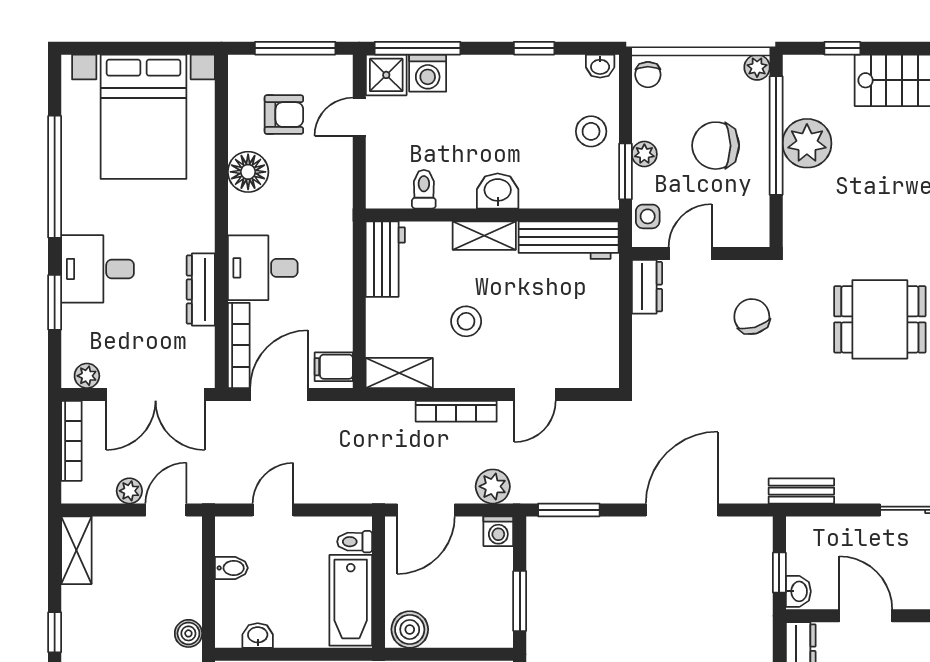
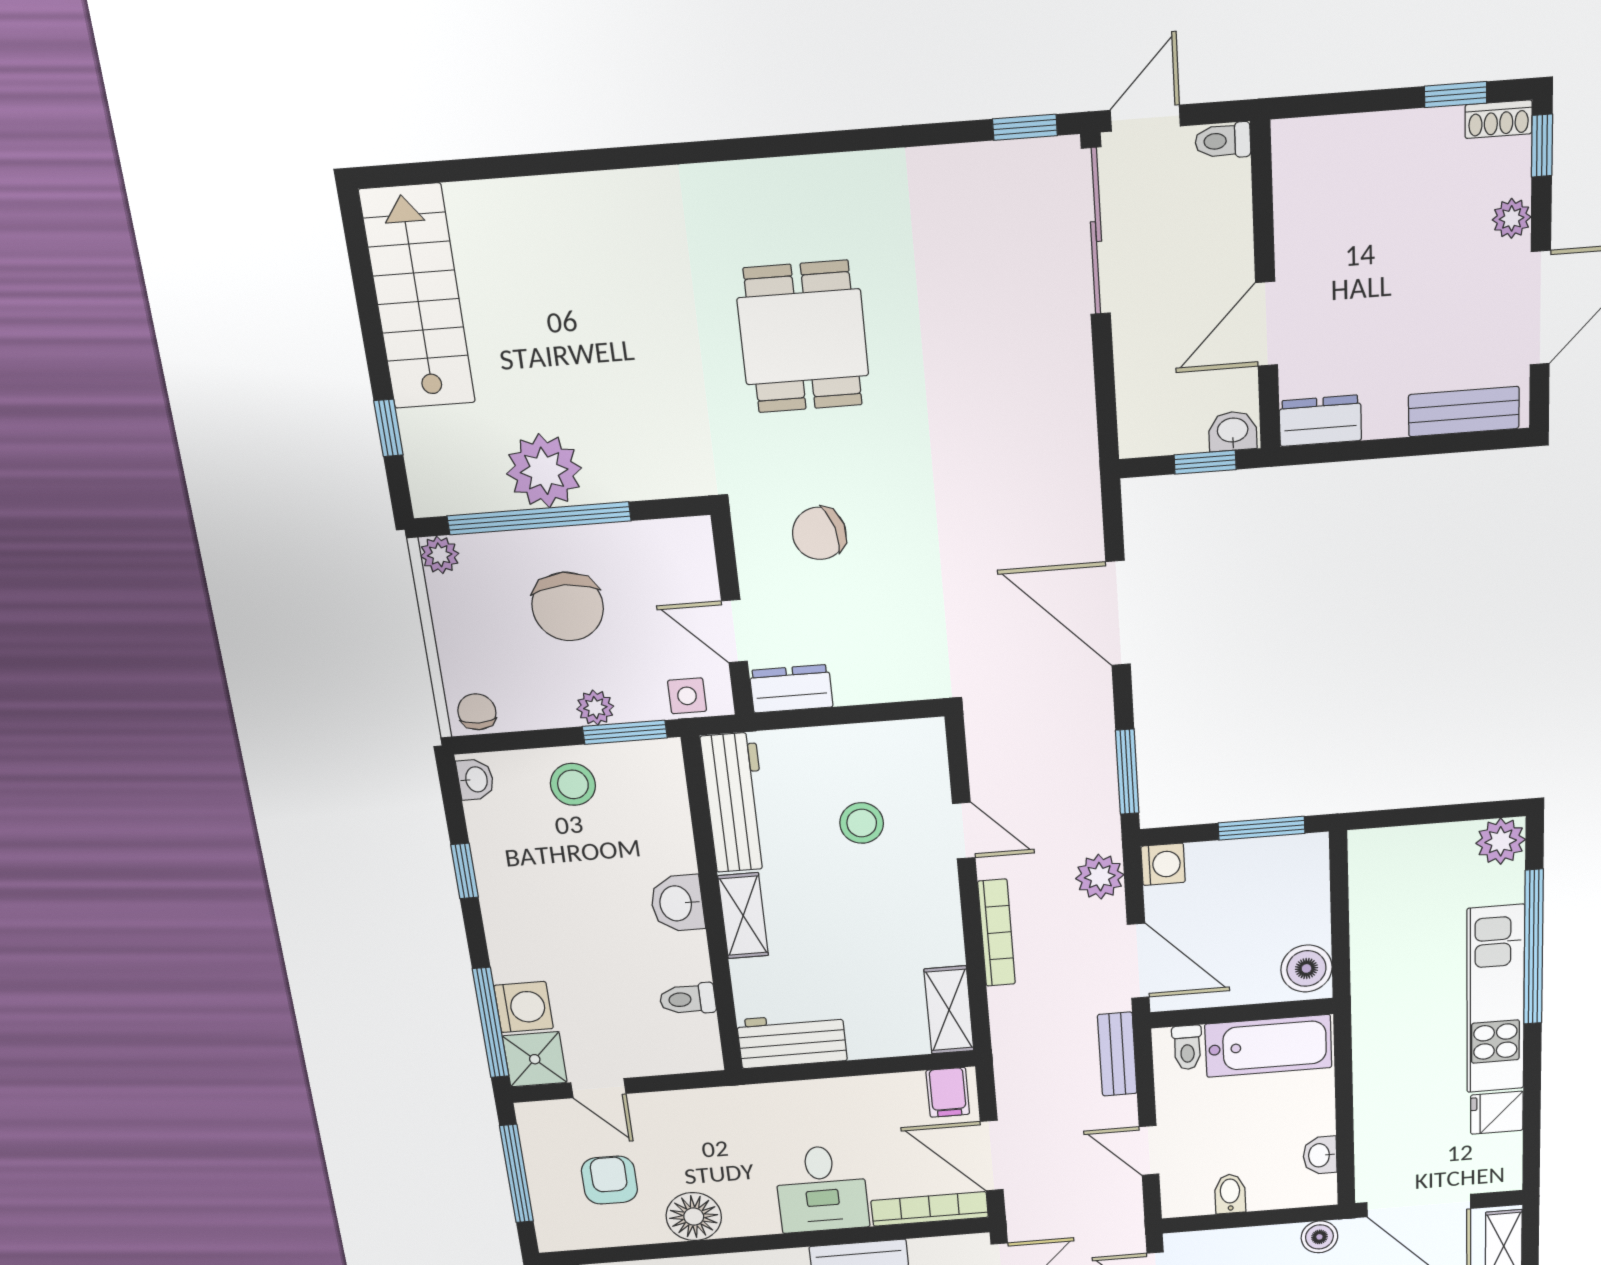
chair: (648, 75) -> (477, 712), turned -90
stool: (466, 321) -> (862, 823), moved
bench: (801, 491) -> (1117, 1054), moved

